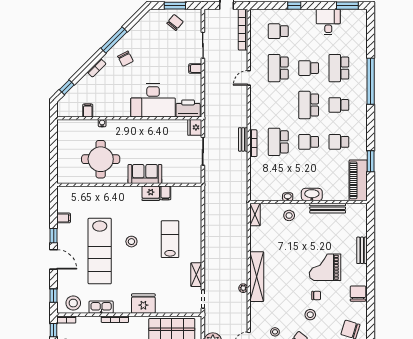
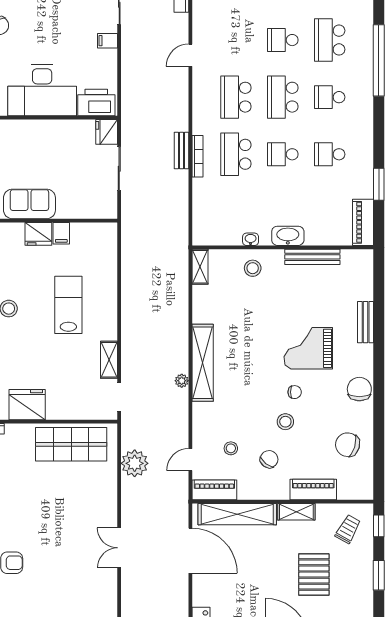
school desk: (278, 68) -> (236, 97), moved
piano: (358, 180) -> (363, 222), width x0.73, depth x0.75

